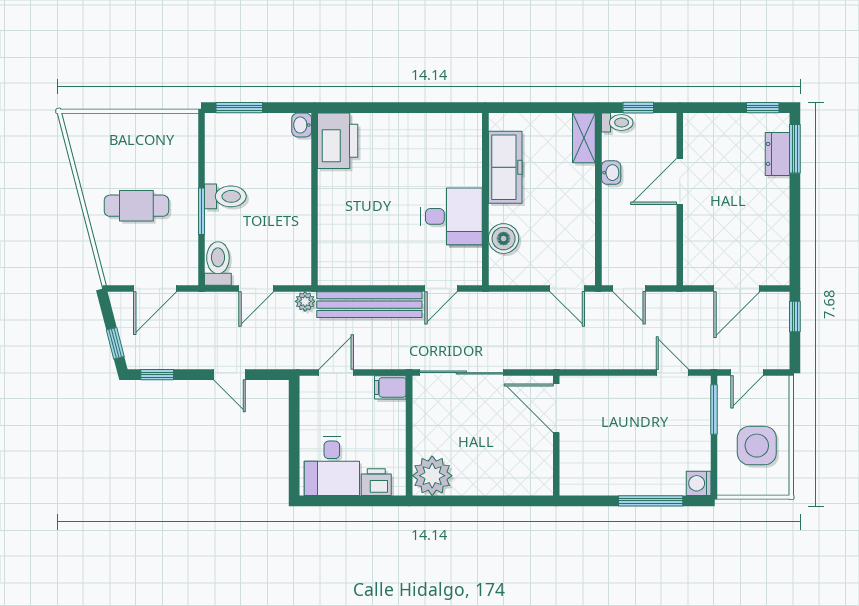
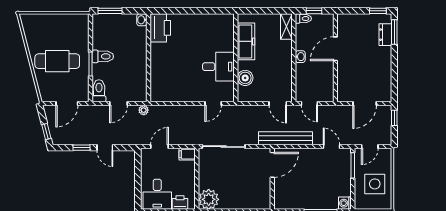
washbasin: (611, 173) -> (300, 57), moved
cafe table: (136, 206) -> (57, 61), width x1.37, depth x1.35
bench: (369, 305) -> (286, 138), moved
window: (157, 375) -> (82, 148), moved
door: (556, 408) -> (272, 165), swing flipped

